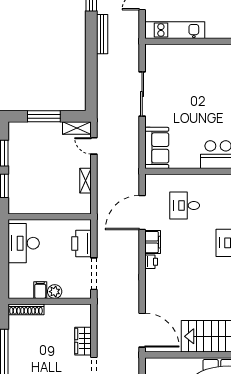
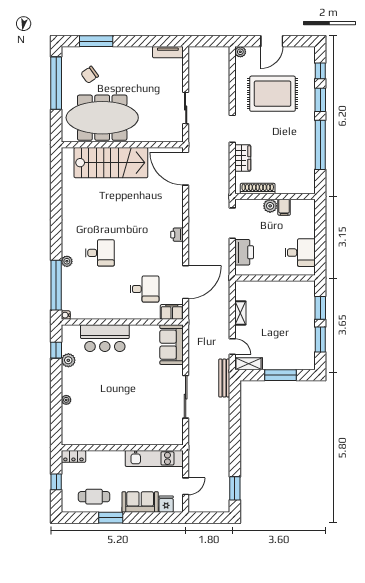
bench: (102, 34) -> (224, 378), moved
filing cabinet: (153, 242) -> (172, 312), moved, turned 90
desk: (24, 243) -> (300, 253), width x0.73
shoe rack: (26, 309) -> (258, 189), moved

